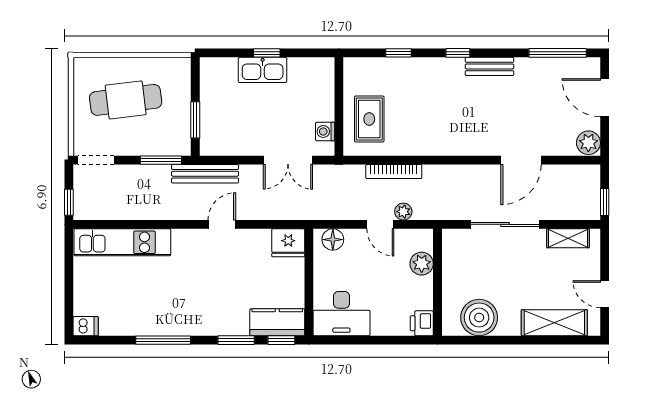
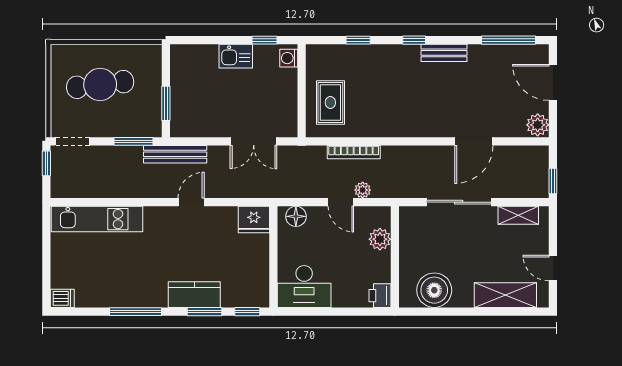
window: (267, 53) -> (264, 40), moved
kitchen sink: (263, 70) -> (236, 56), width x0.73
washing machine: (325, 131) -> (289, 58), moved
window: (69, 202) -> (46, 163), moved
kitchen counter: (277, 322) -> (194, 295), moved

